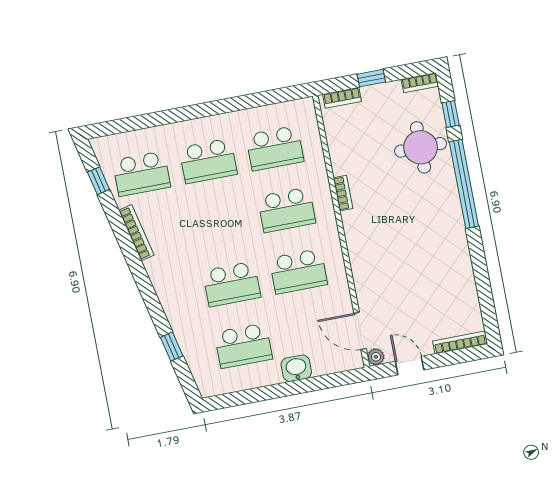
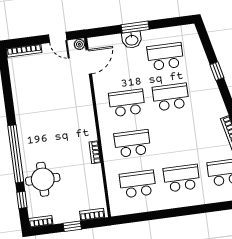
door: (360, 331) -> (89, 62), hinge flipped
window: (172, 347) -> (217, 71), moved
window: (292, 388) -> (135, 27), added

